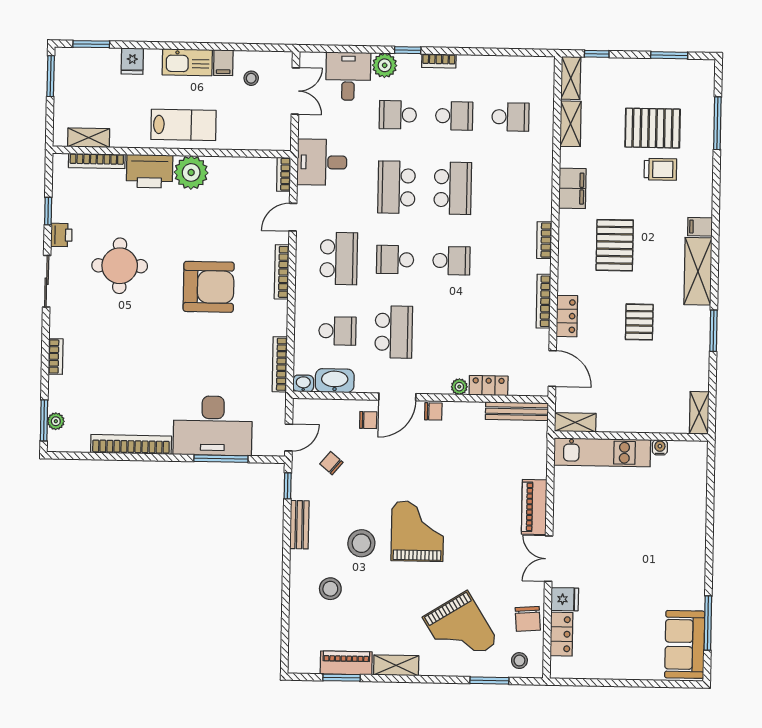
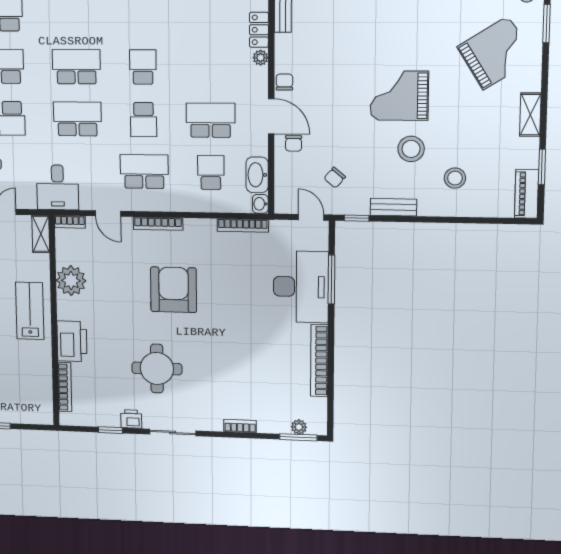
shelving: (89, 138) -> (41, 234), moved
plant: (191, 172) -> (71, 281), moved
school desk: (396, 187) -> (77, 119), turned 180
chair: (368, 420) -> (294, 143), turned 180
piano: (346, 663) -> (527, 194), moved

